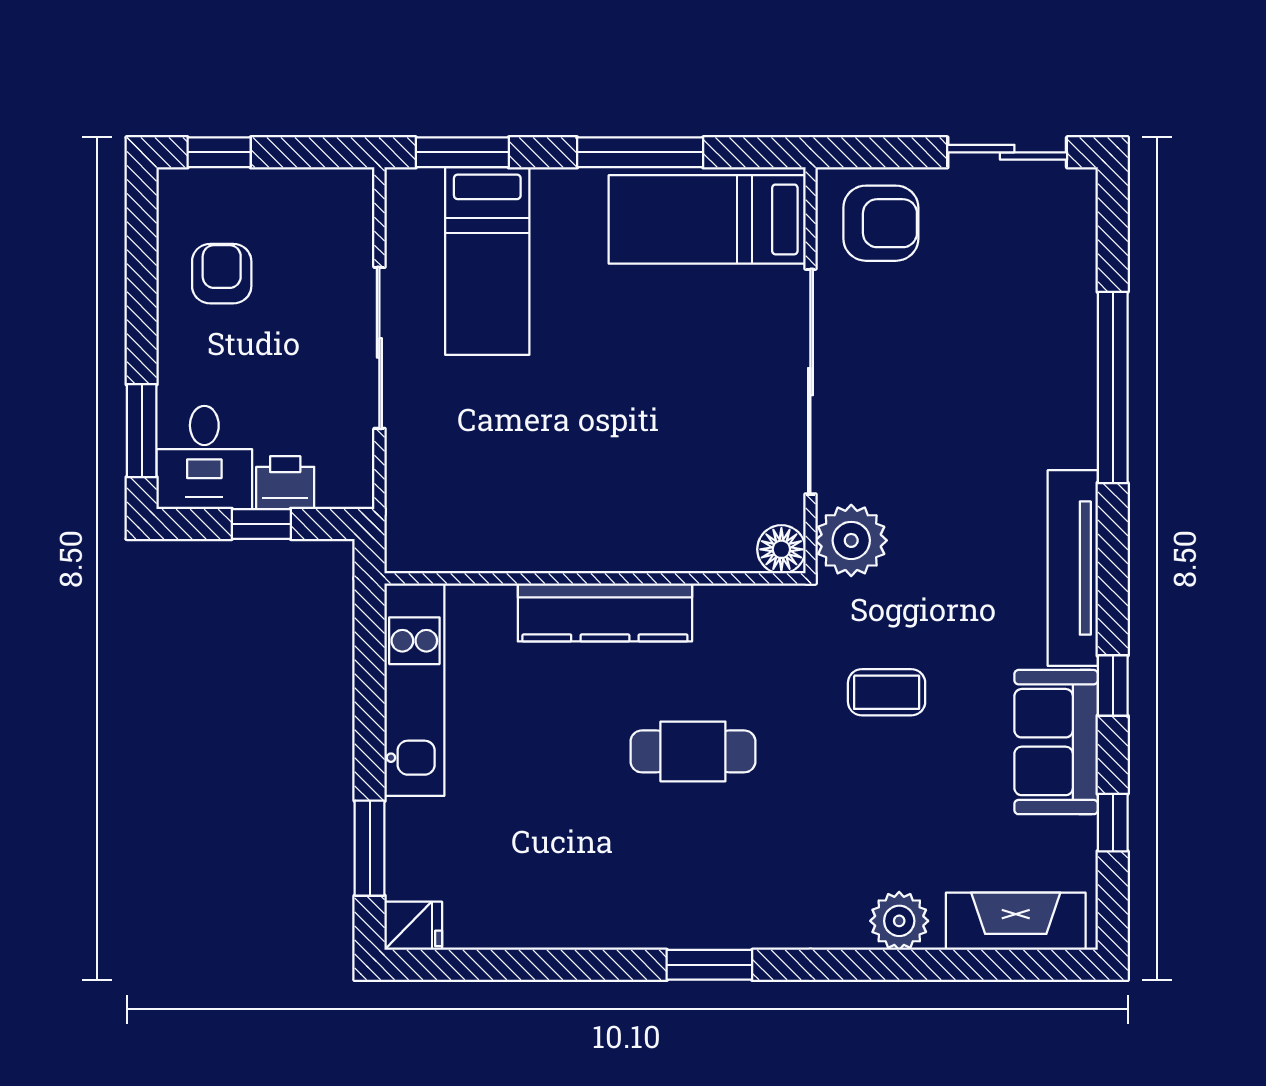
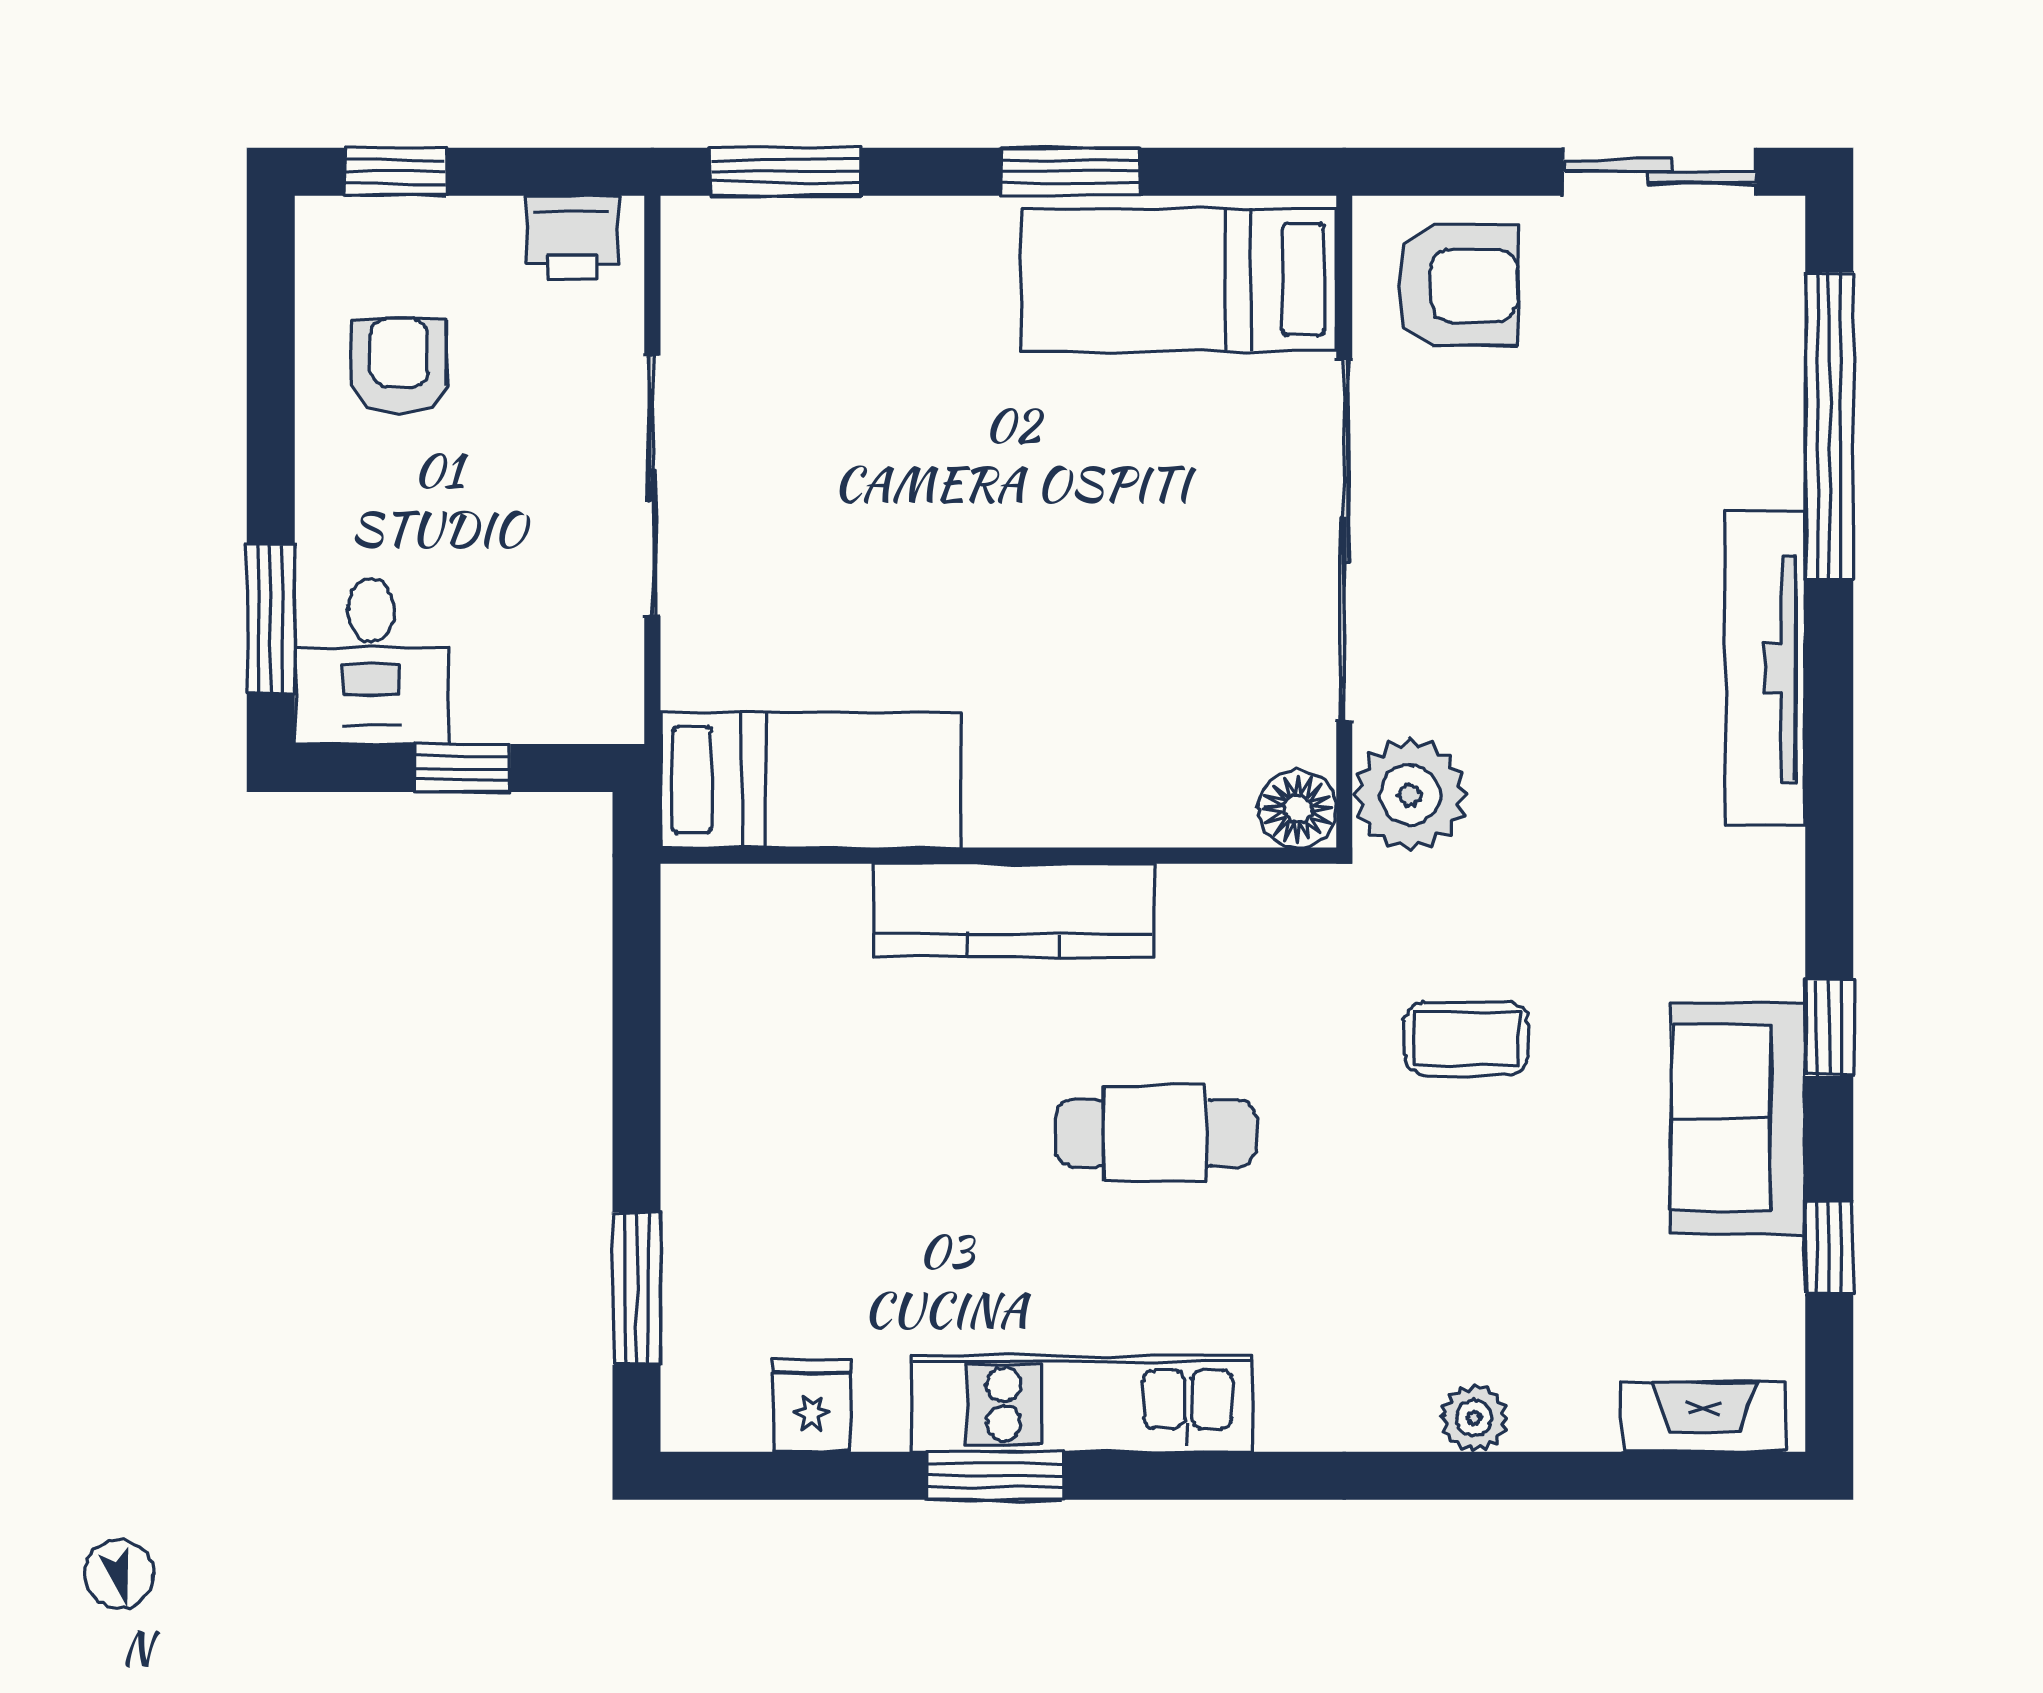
window: (640, 152) -> (1071, 172), width x0.69
bed: (487, 261) -> (811, 780), moved, turned -90
window: (1113, 387) -> (1829, 426), moved
printer: (285, 483) -> (572, 238), moved, turned 180
tv unit: (1073, 568) -> (1765, 668), moved
kitchen unit: (414, 690) -> (1082, 1404), moved, turned -90
plant: (899, 921) -> (1474, 1418), width x0.73, depth x0.73
fireplace: (1016, 921) -> (1704, 1417), width x0.73, depth x0.76
fridge: (413, 926) -> (812, 1406), moved, turned -90
window: (709, 965) -> (995, 1476), moved

